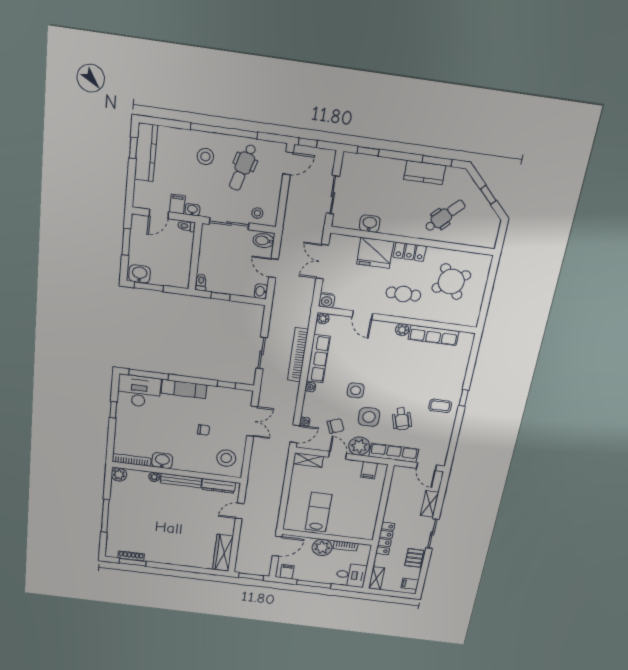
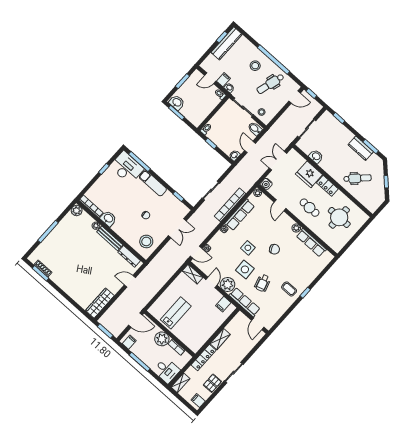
round table: (451, 282) -> (339, 217), turned 33
chair: (336, 426) -> (274, 249), moved
shelving: (430, 504) -> (220, 339), moved

